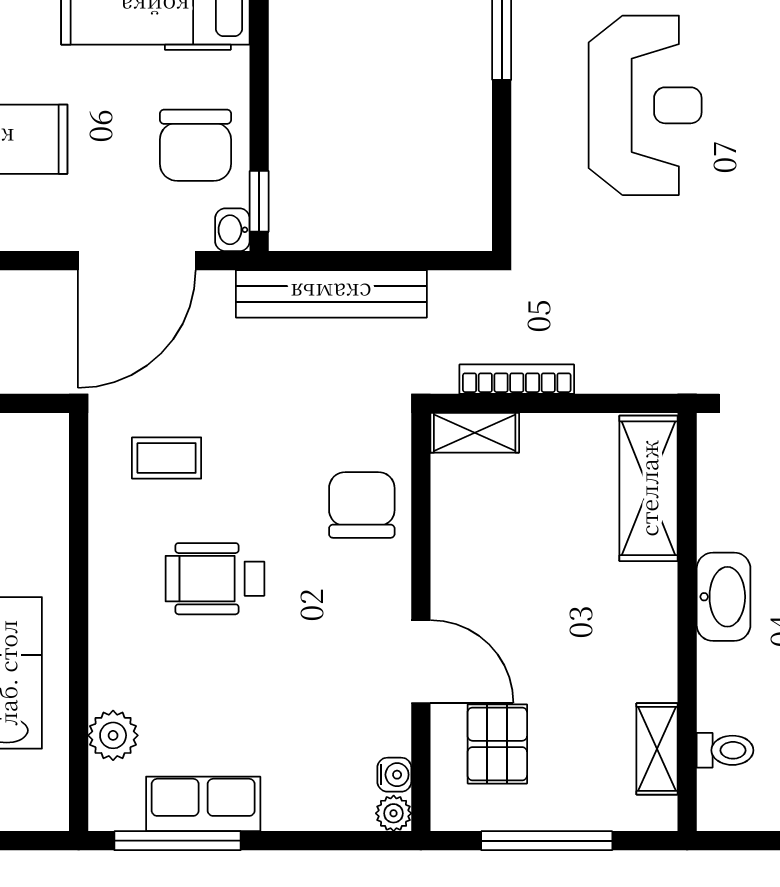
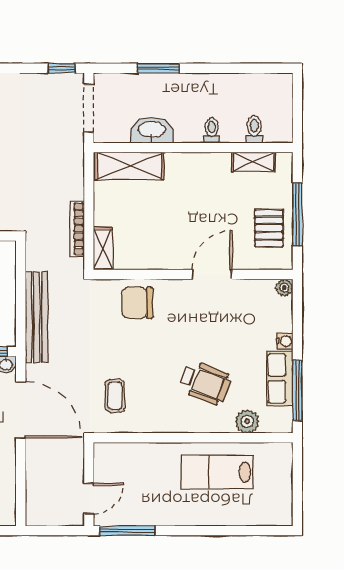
wheelchair: (215, 579) -> (205, 383), moved, turned -69
washbasin: (724, 597) -> (152, 130), moved
toilet: (723, 661) -> (212, 130), added
pallet: (497, 744) -> (269, 228), moved, turned 90
water cooler: (394, 775) -> (285, 341), moved, turned 90

